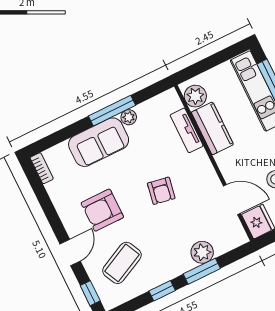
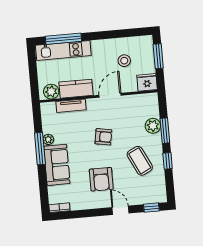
door: (232, 200) -> (110, 95), moved
coffee table: (122, 263) -> (140, 161), moved

